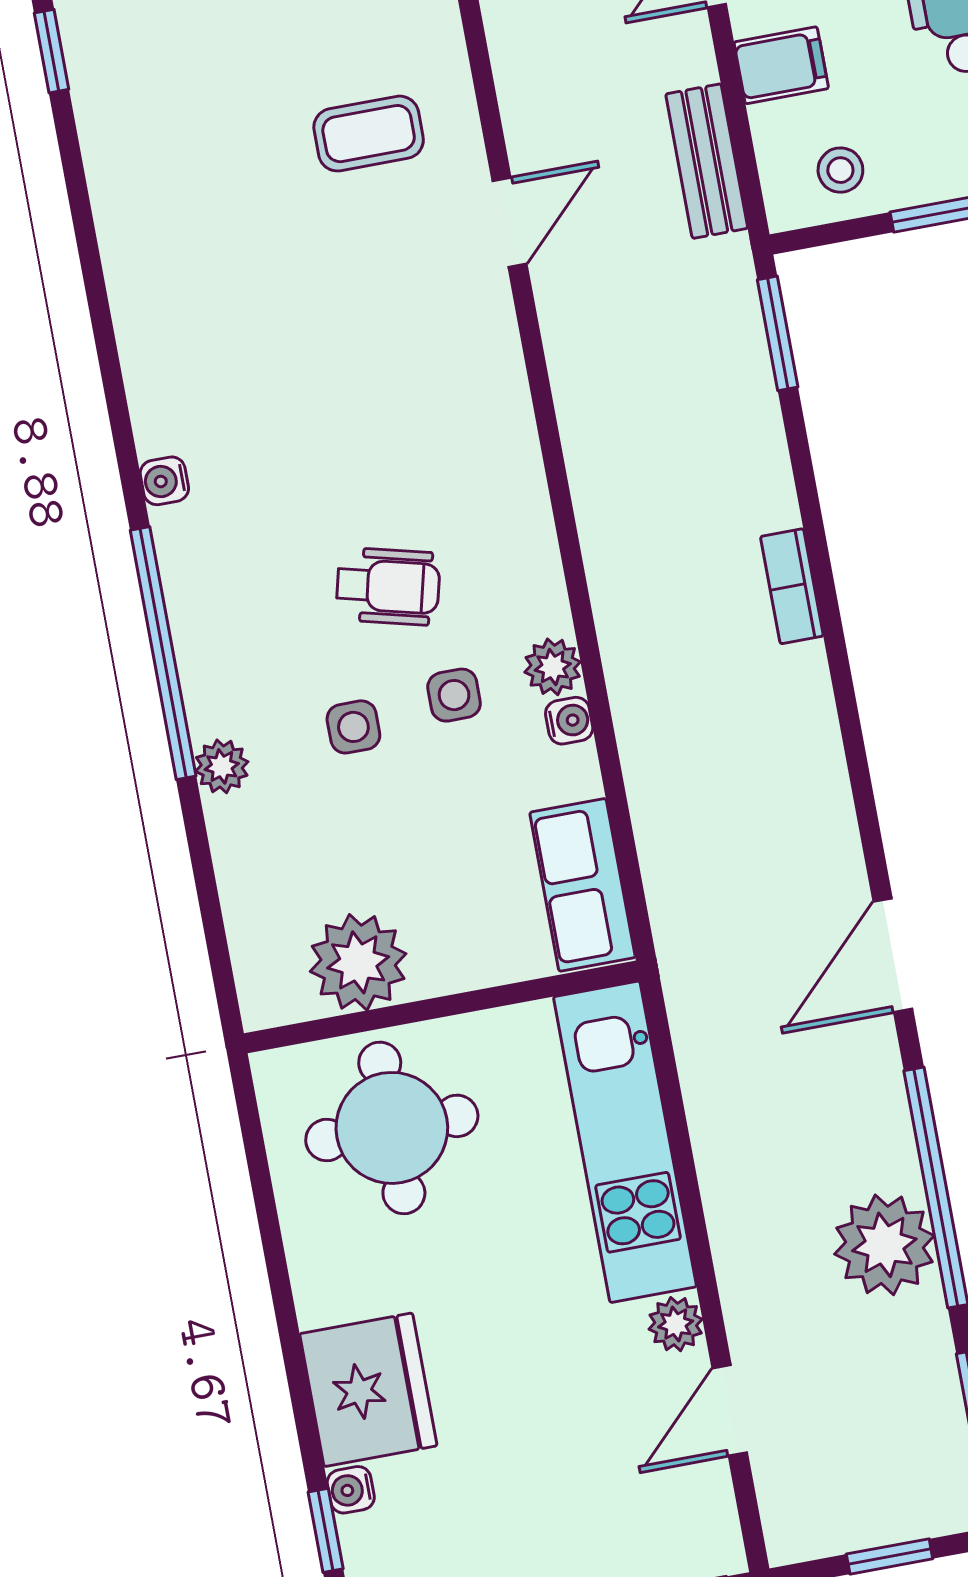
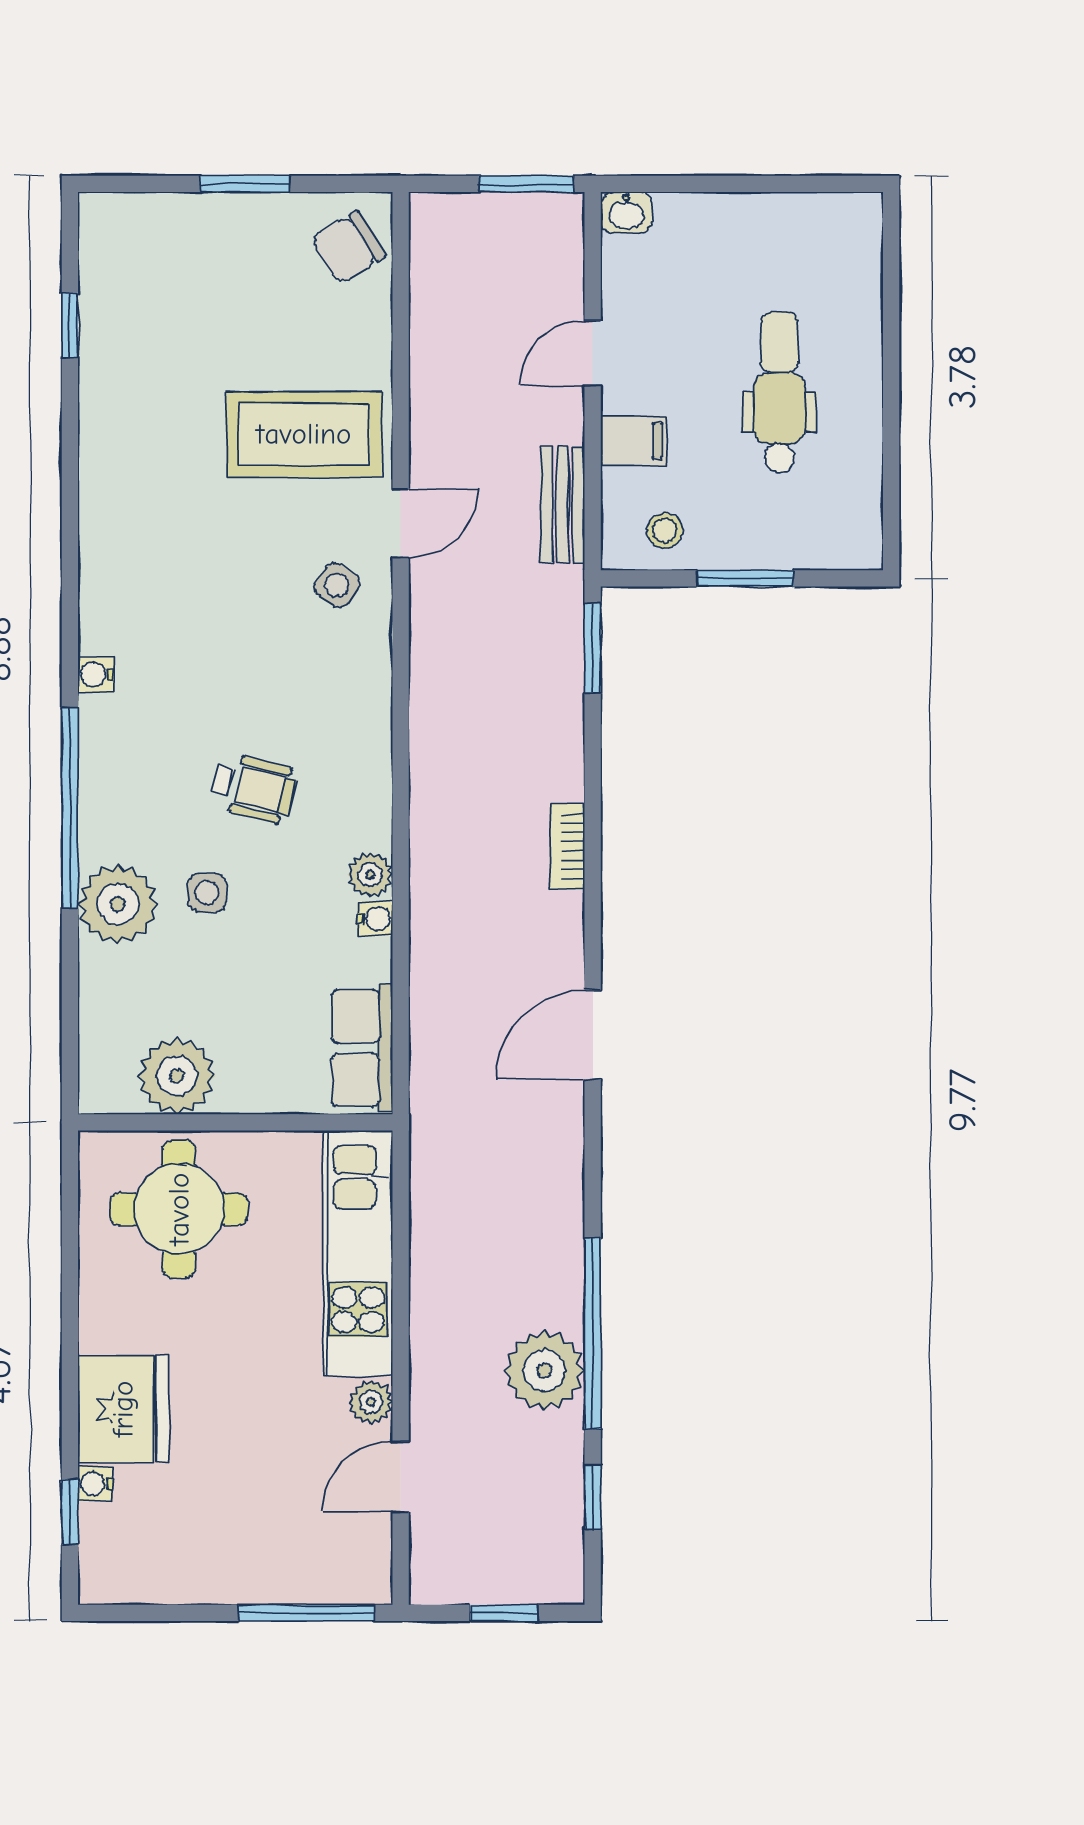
coffee table: (369, 134) -> (304, 434), width x1.86, depth x1.72
side table: (454, 695) -> (337, 585), moved, turned 34
plant: (222, 766) -> (118, 904), width x1.88, depth x1.88
door: (893, 955) -> (593, 1035), moved

